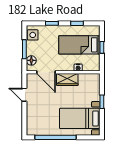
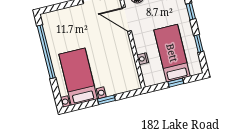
door: (46, 72) -> (127, 19), hinge flipped
wardrobe: (67, 79) -> (124, 49), removed

